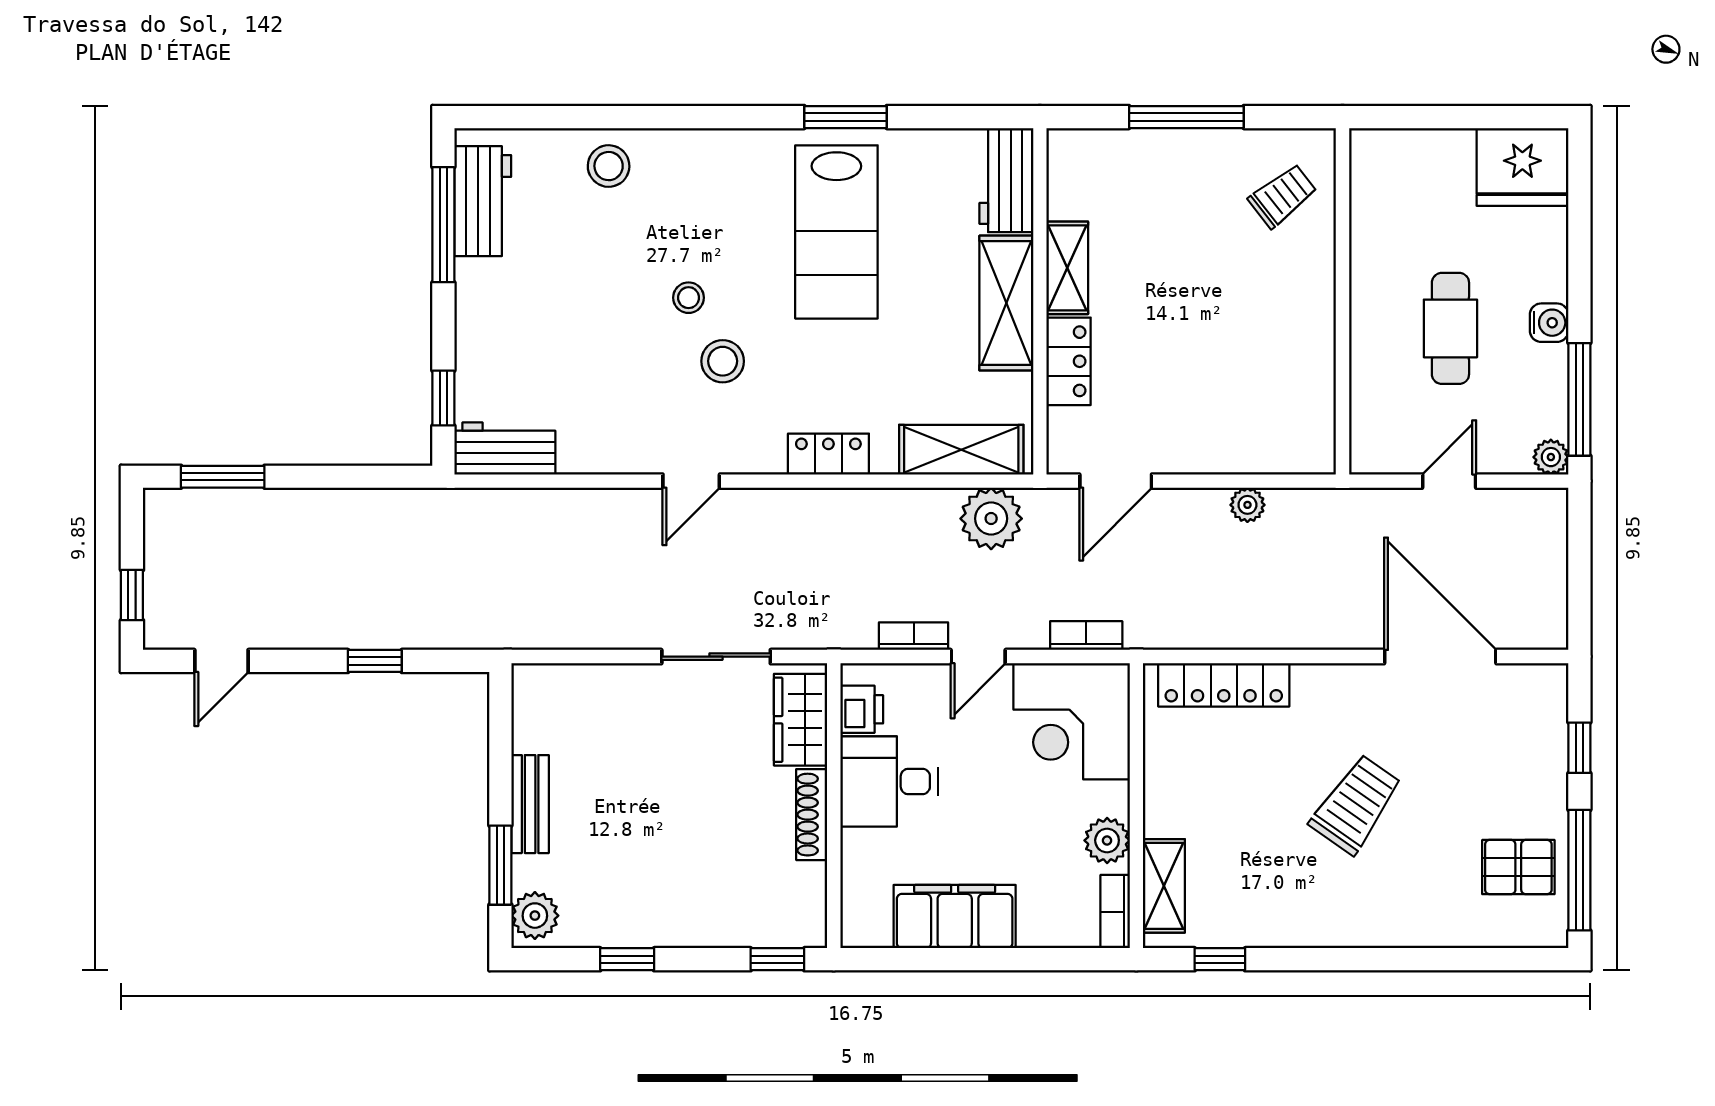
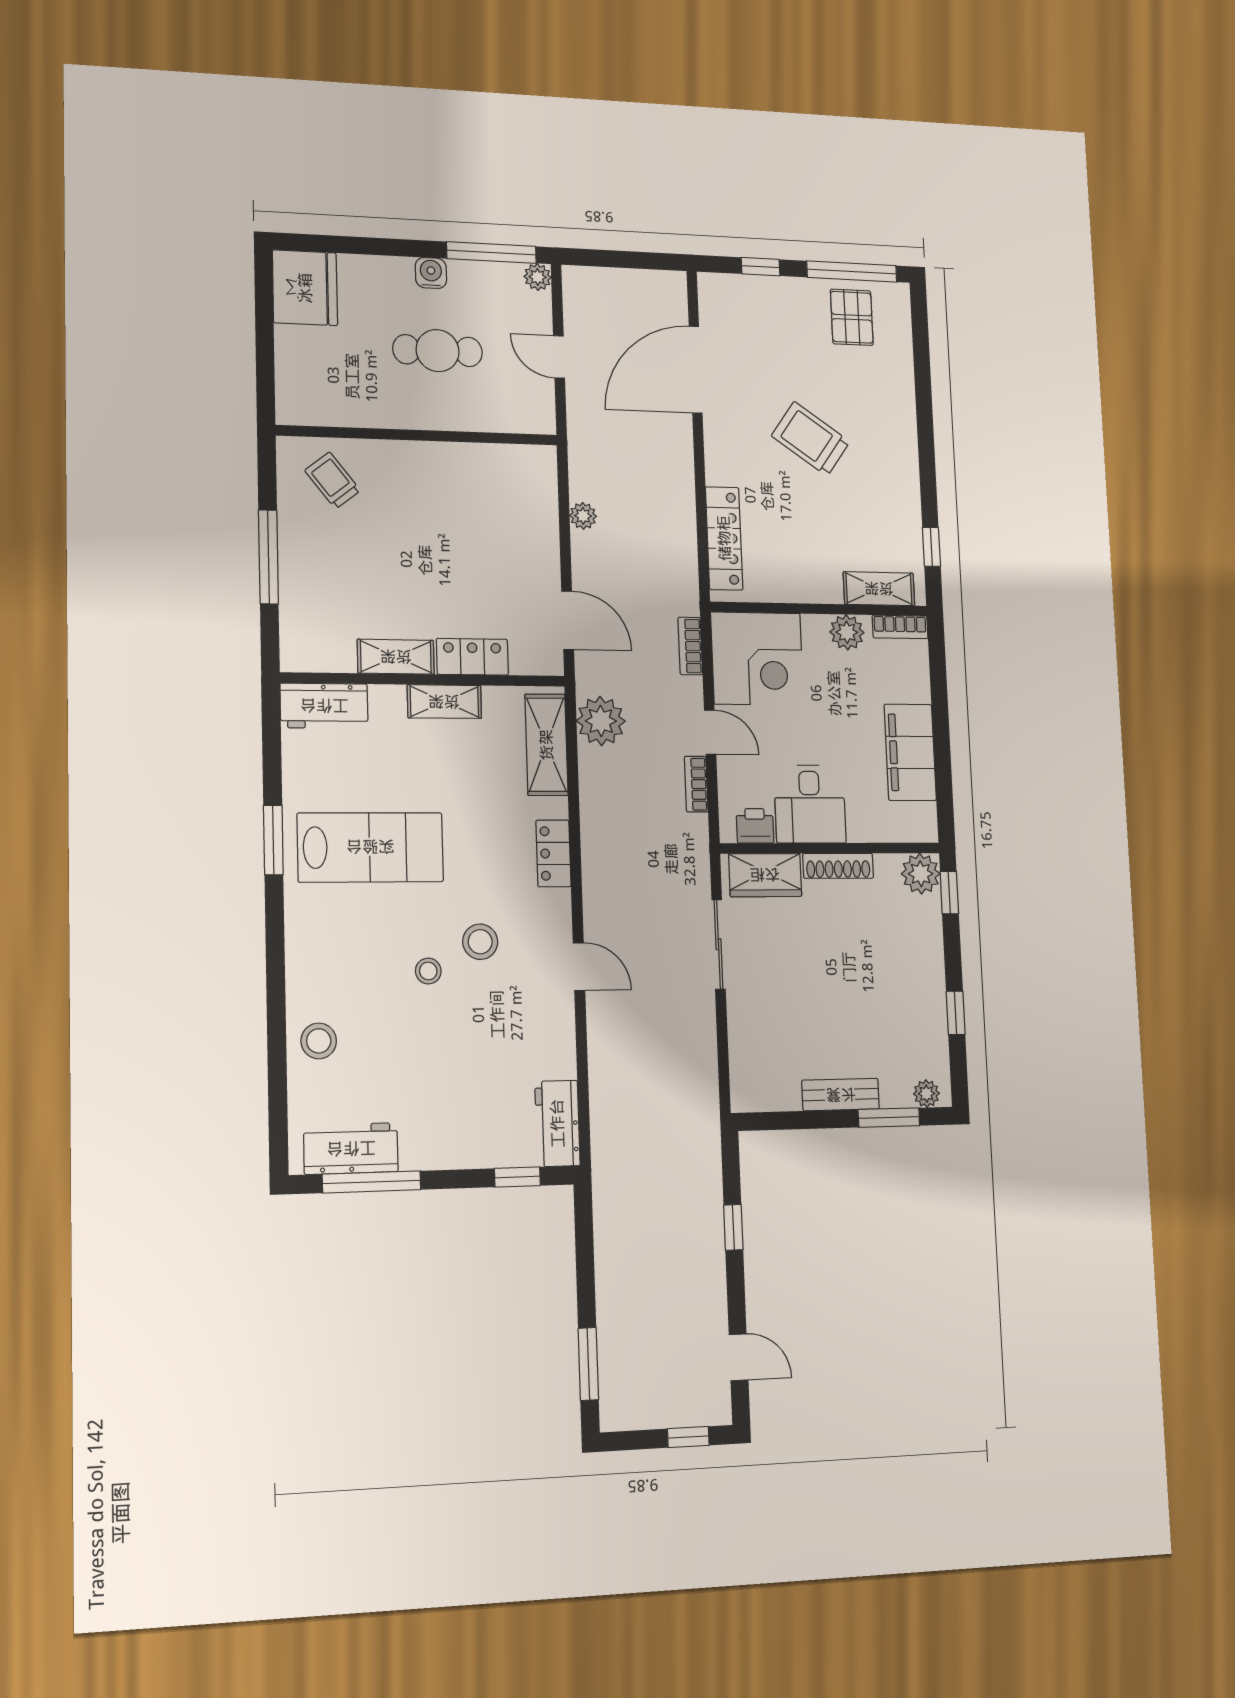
shelving: (1006, 303) -> (444, 702), width x0.67, depth x0.75
plant: (535, 916) -> (926, 1094), width x0.73, depth x0.73
plant: (801, 922) -> (921, 874), added

